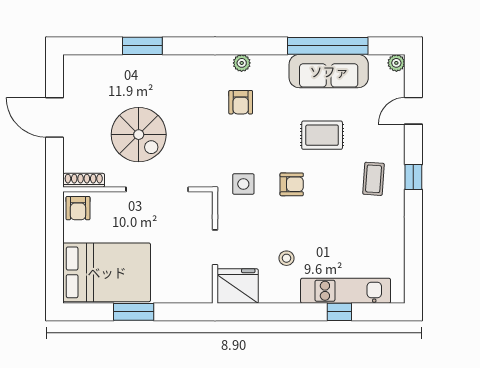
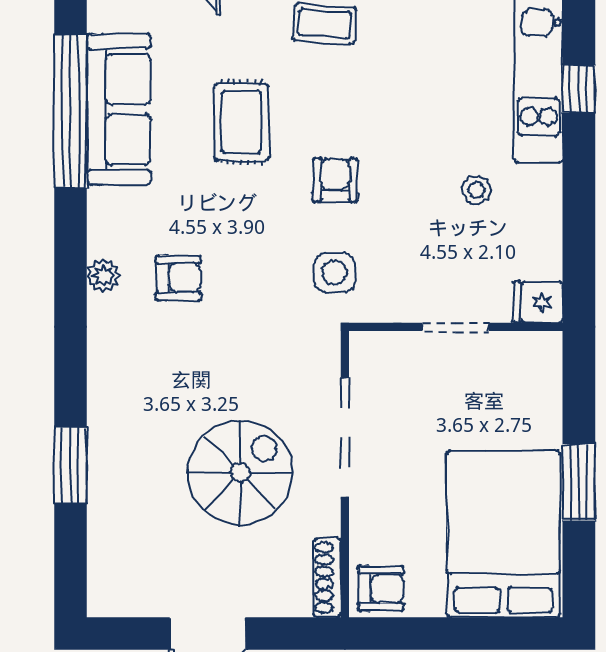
fridge: (238, 286) -> (538, 302), width x0.53, depth x0.75

